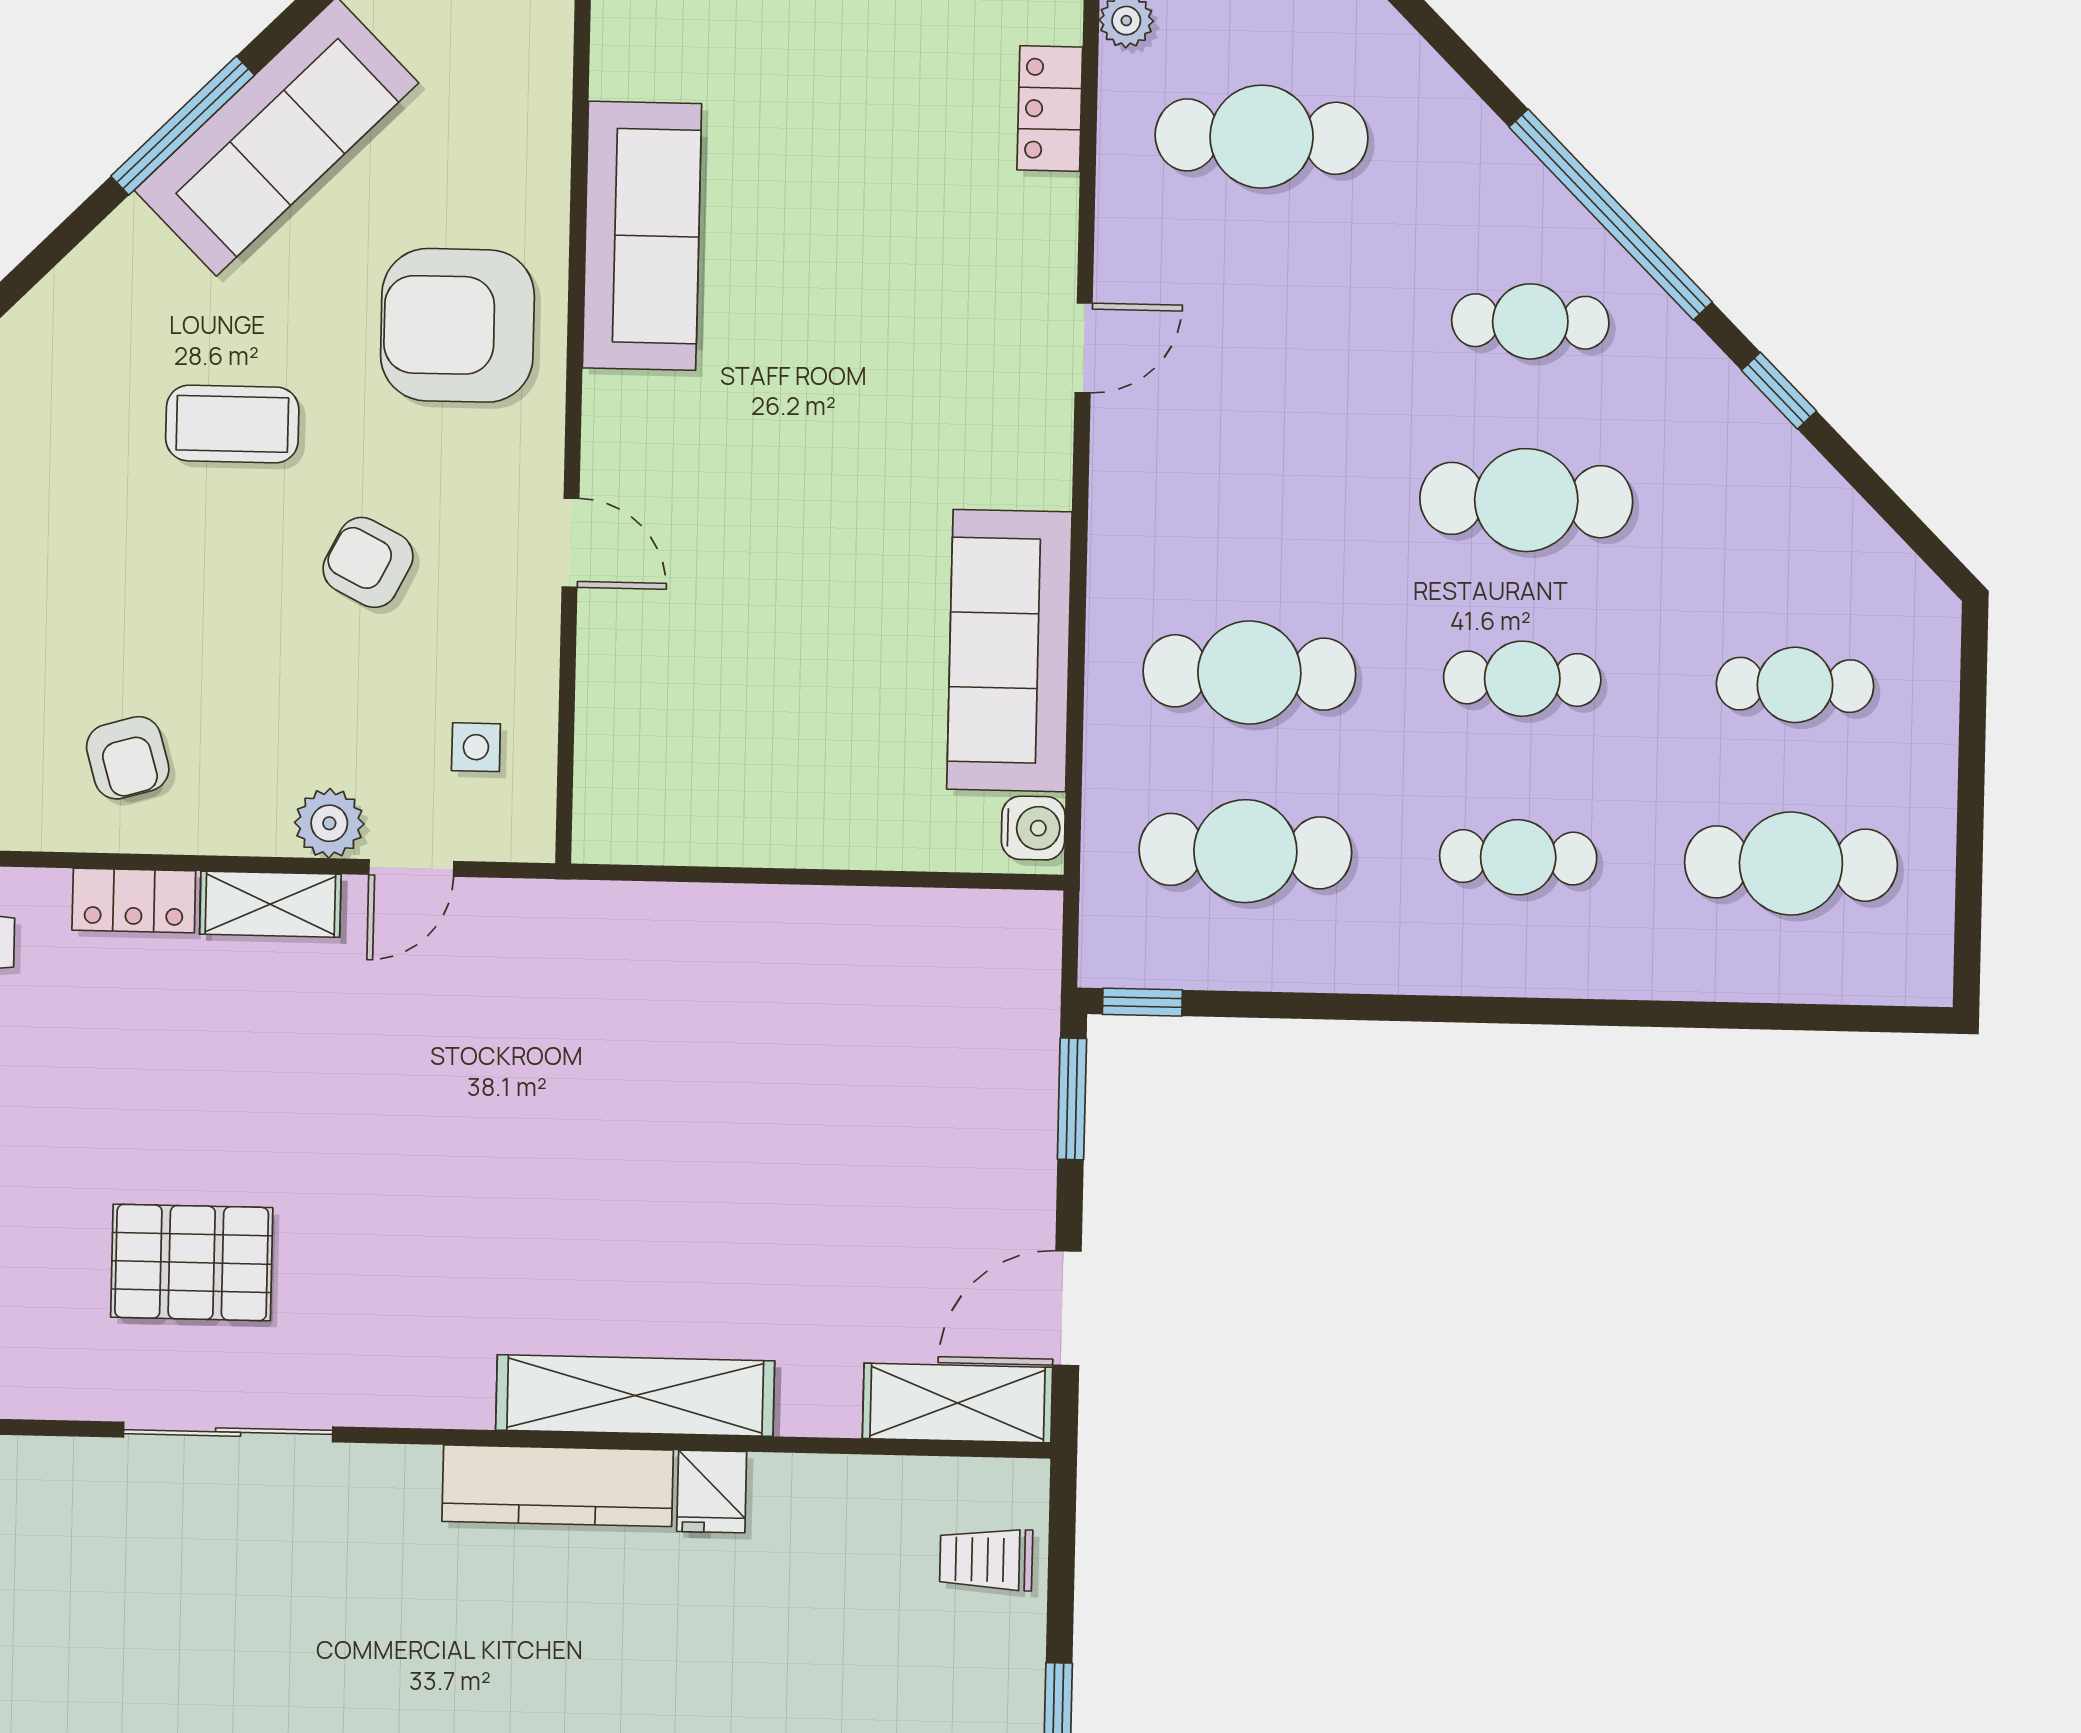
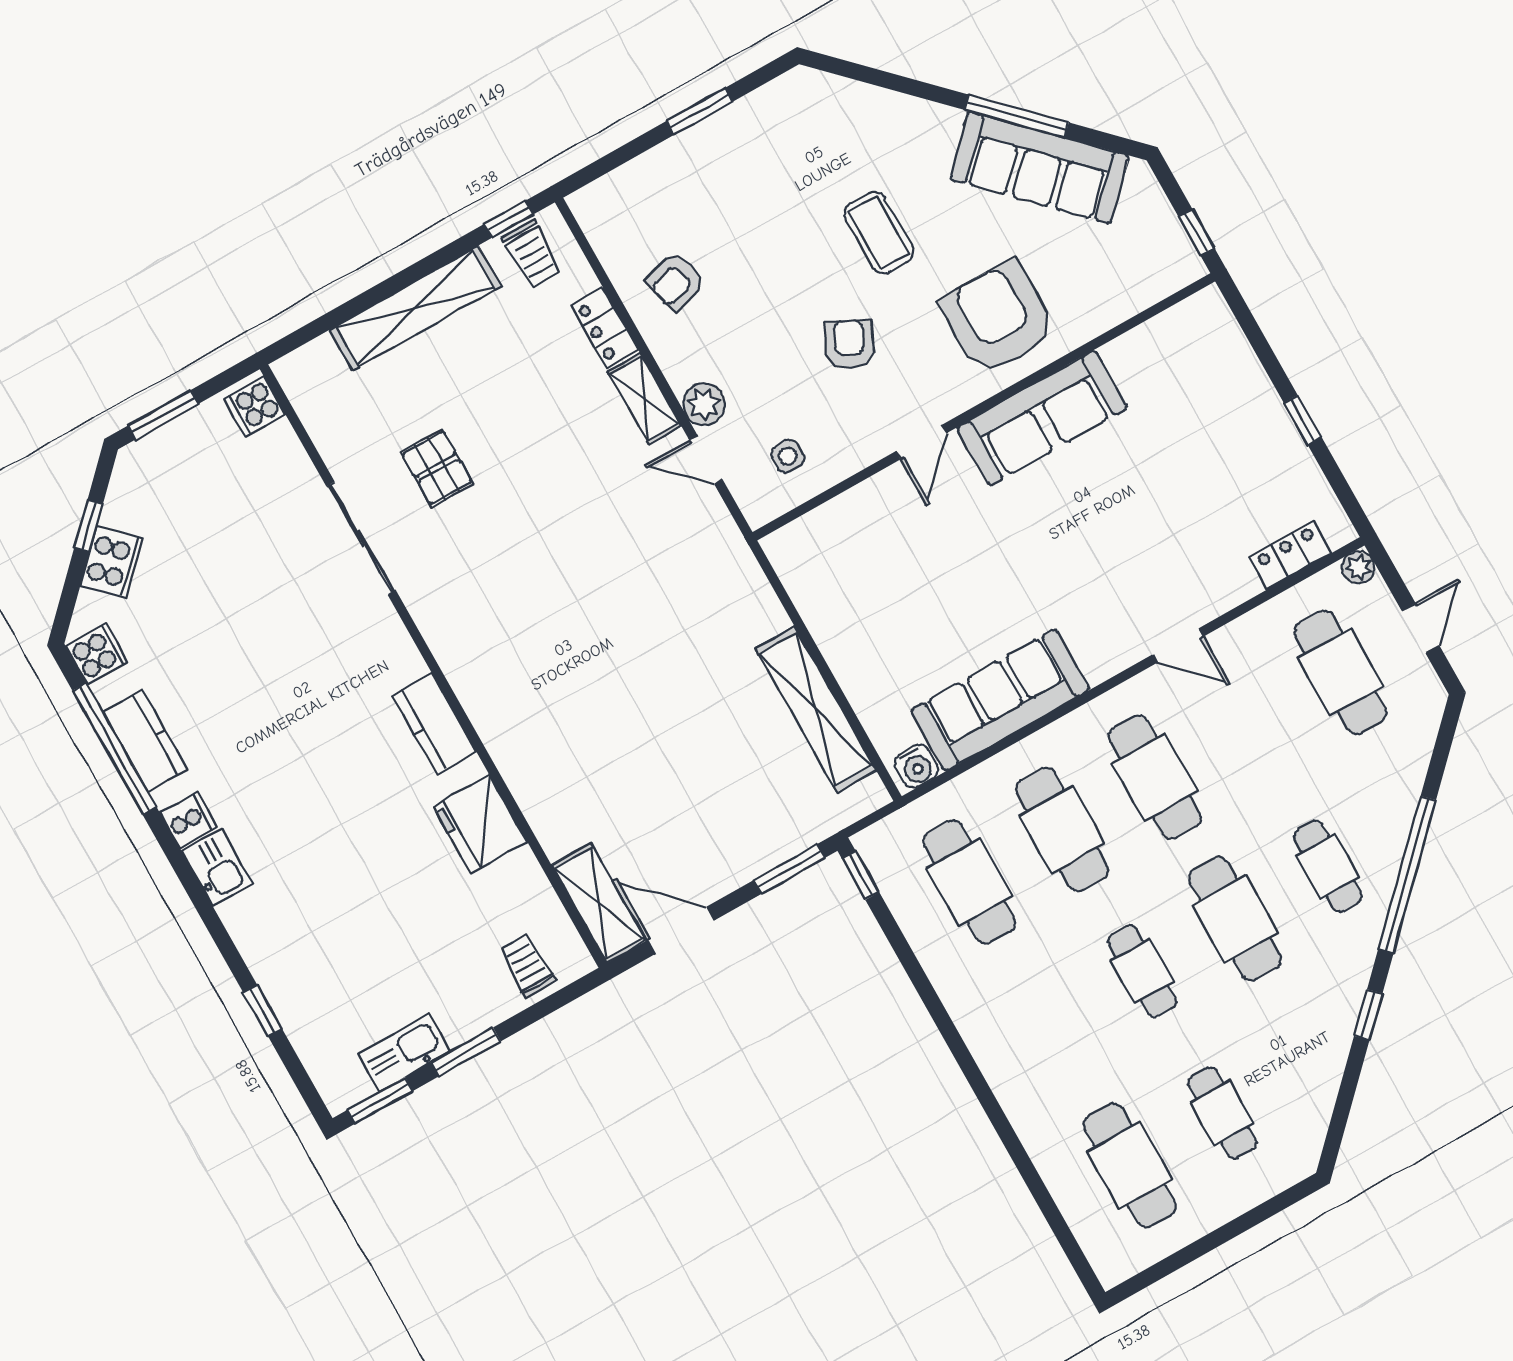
sofa: (642, 236) -> (1042, 418), moved
cafe table: (1518, 857) -> (1155, 777), moved, width x1.37, depth x1.35
pallet: (192, 1262) -> (437, 468), width x0.67, depth x0.71
shelving: (635, 1396) -> (816, 709), moved
kitchen counter: (558, 1486) -> (434, 724), width x0.67
fridge: (712, 1492) -> (480, 824), width x1.88, depth x1.34

